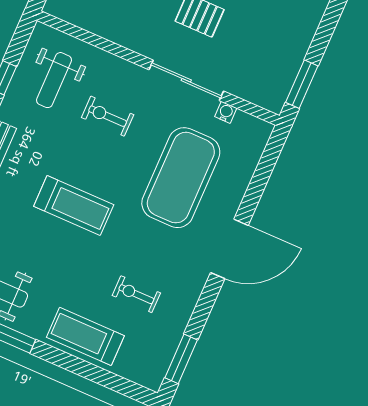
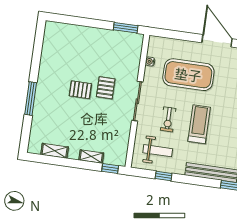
sliding door: (186, 80) -> (137, 101), moved
treadmill: (74, 206) -> (199, 124), moved

